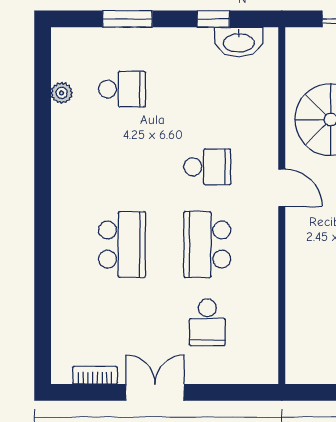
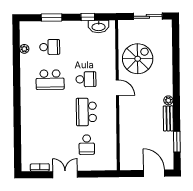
school desk: (122, 245) -> (50, 80), moved, turned 90

